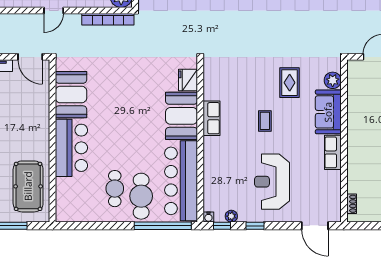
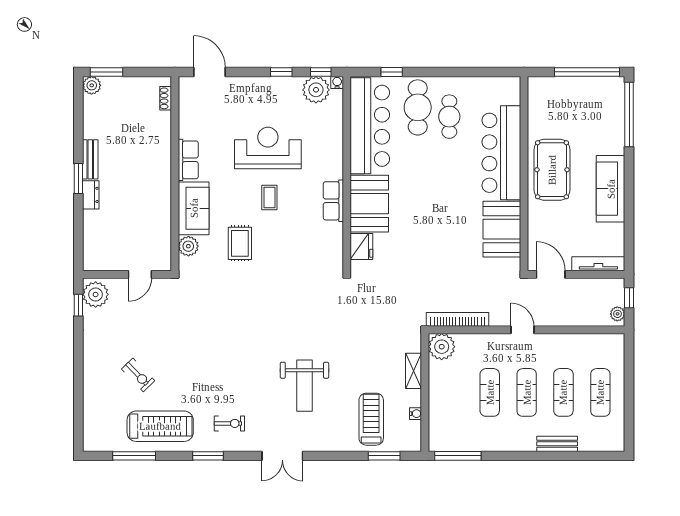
door: (54, 10) -> (522, 330), hinge flipped
bar counter: (71, 148) -> (501, 153), width x1.36
reception desk: (272, 182) -> (268, 148), moved, turned -90
pool table: (28, 186) -> (552, 170), moved
plant: (231, 216) -> (316, 90), width x1.87, depth x1.87
window: (163, 226) -> (392, 72), width x0.32

